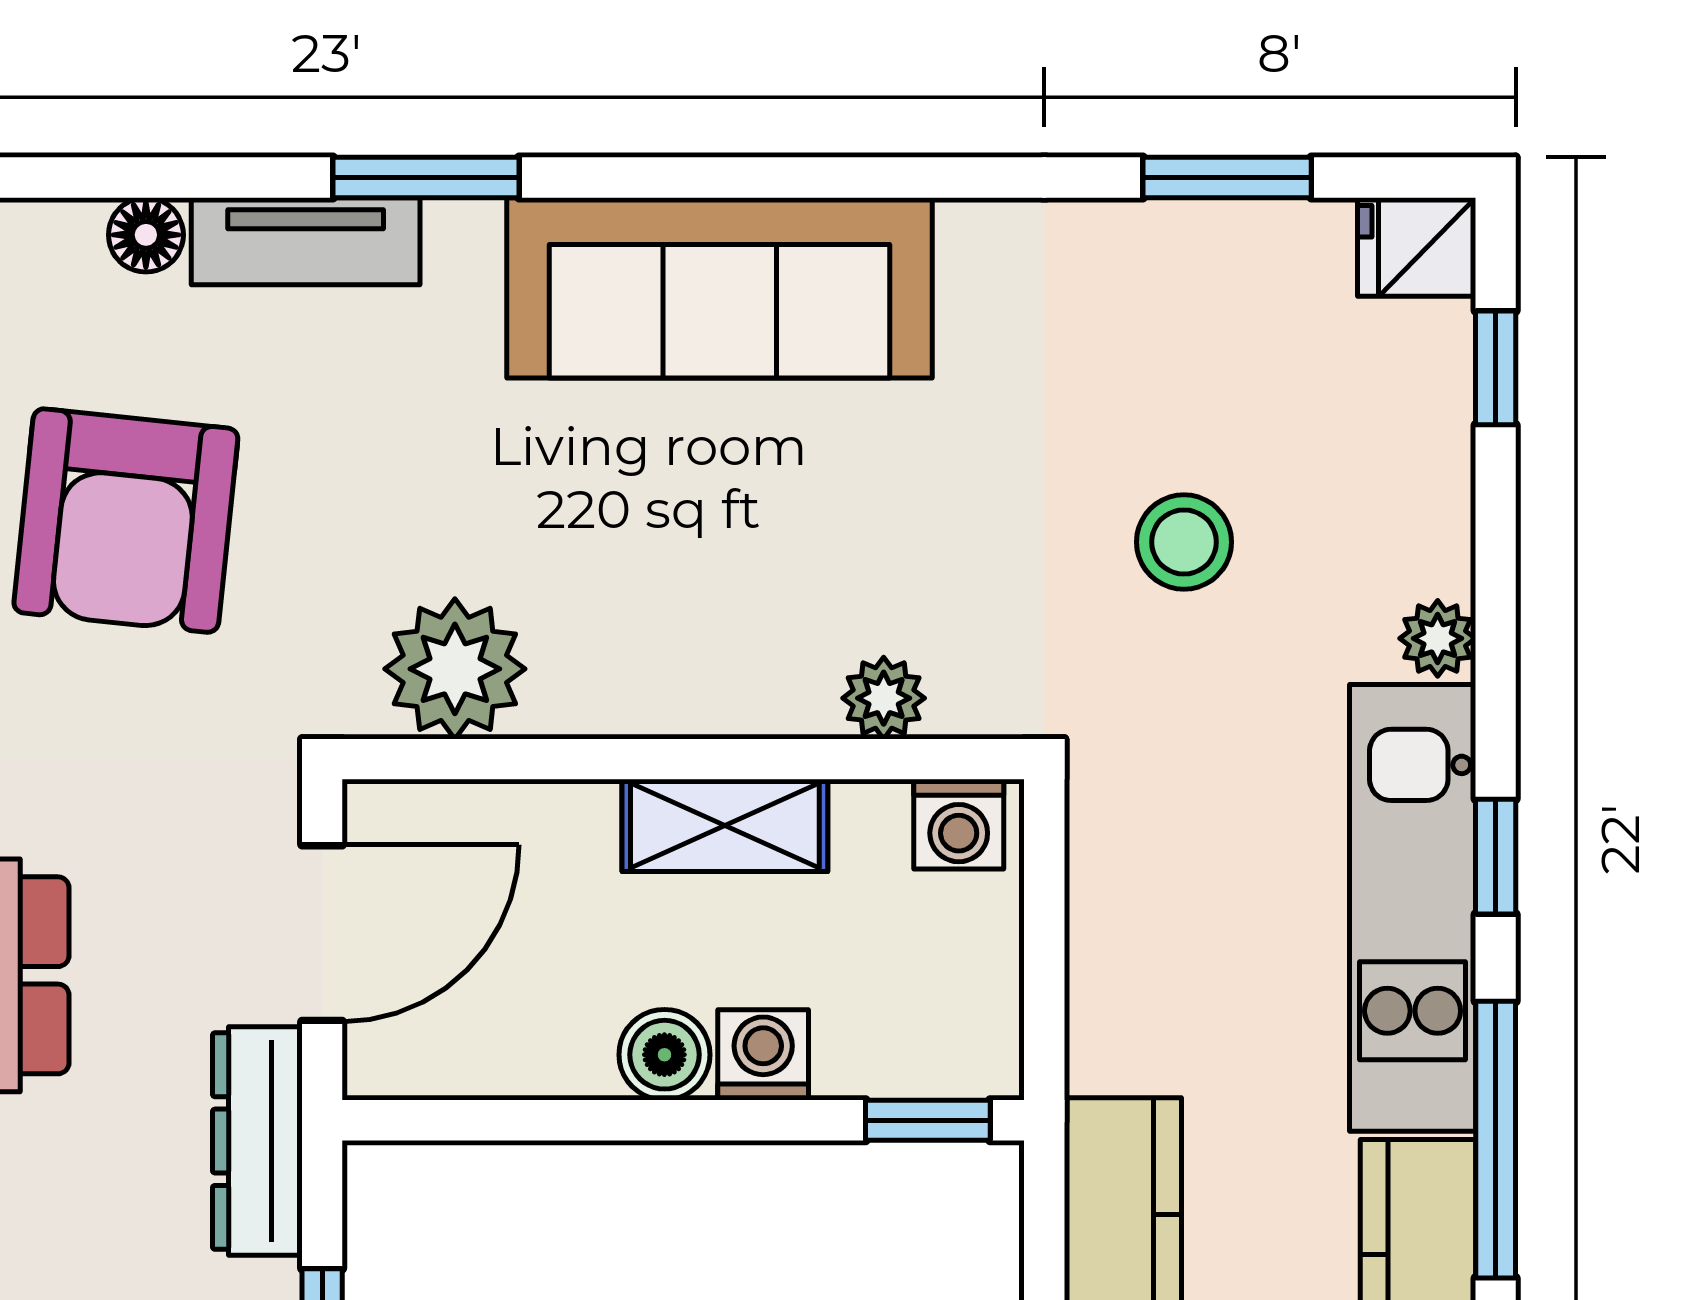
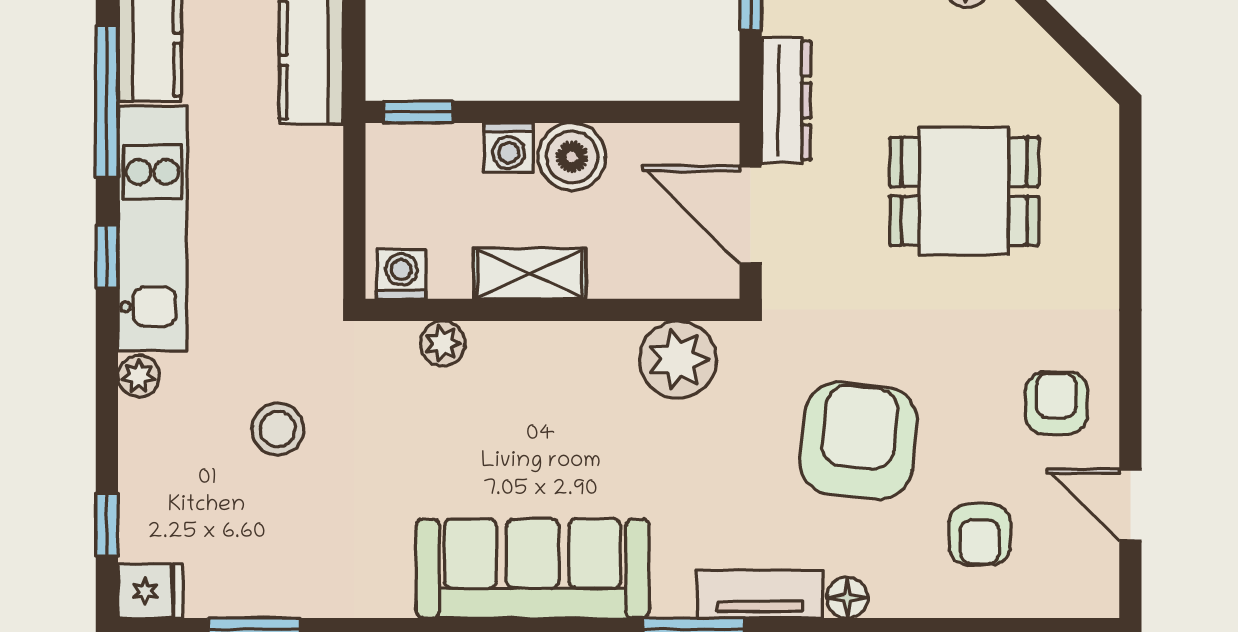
door: (322, 933) -> (751, 215), hinge flipped
boiler: (664, 1055) -> (572, 157), width x1.36, depth x1.36

